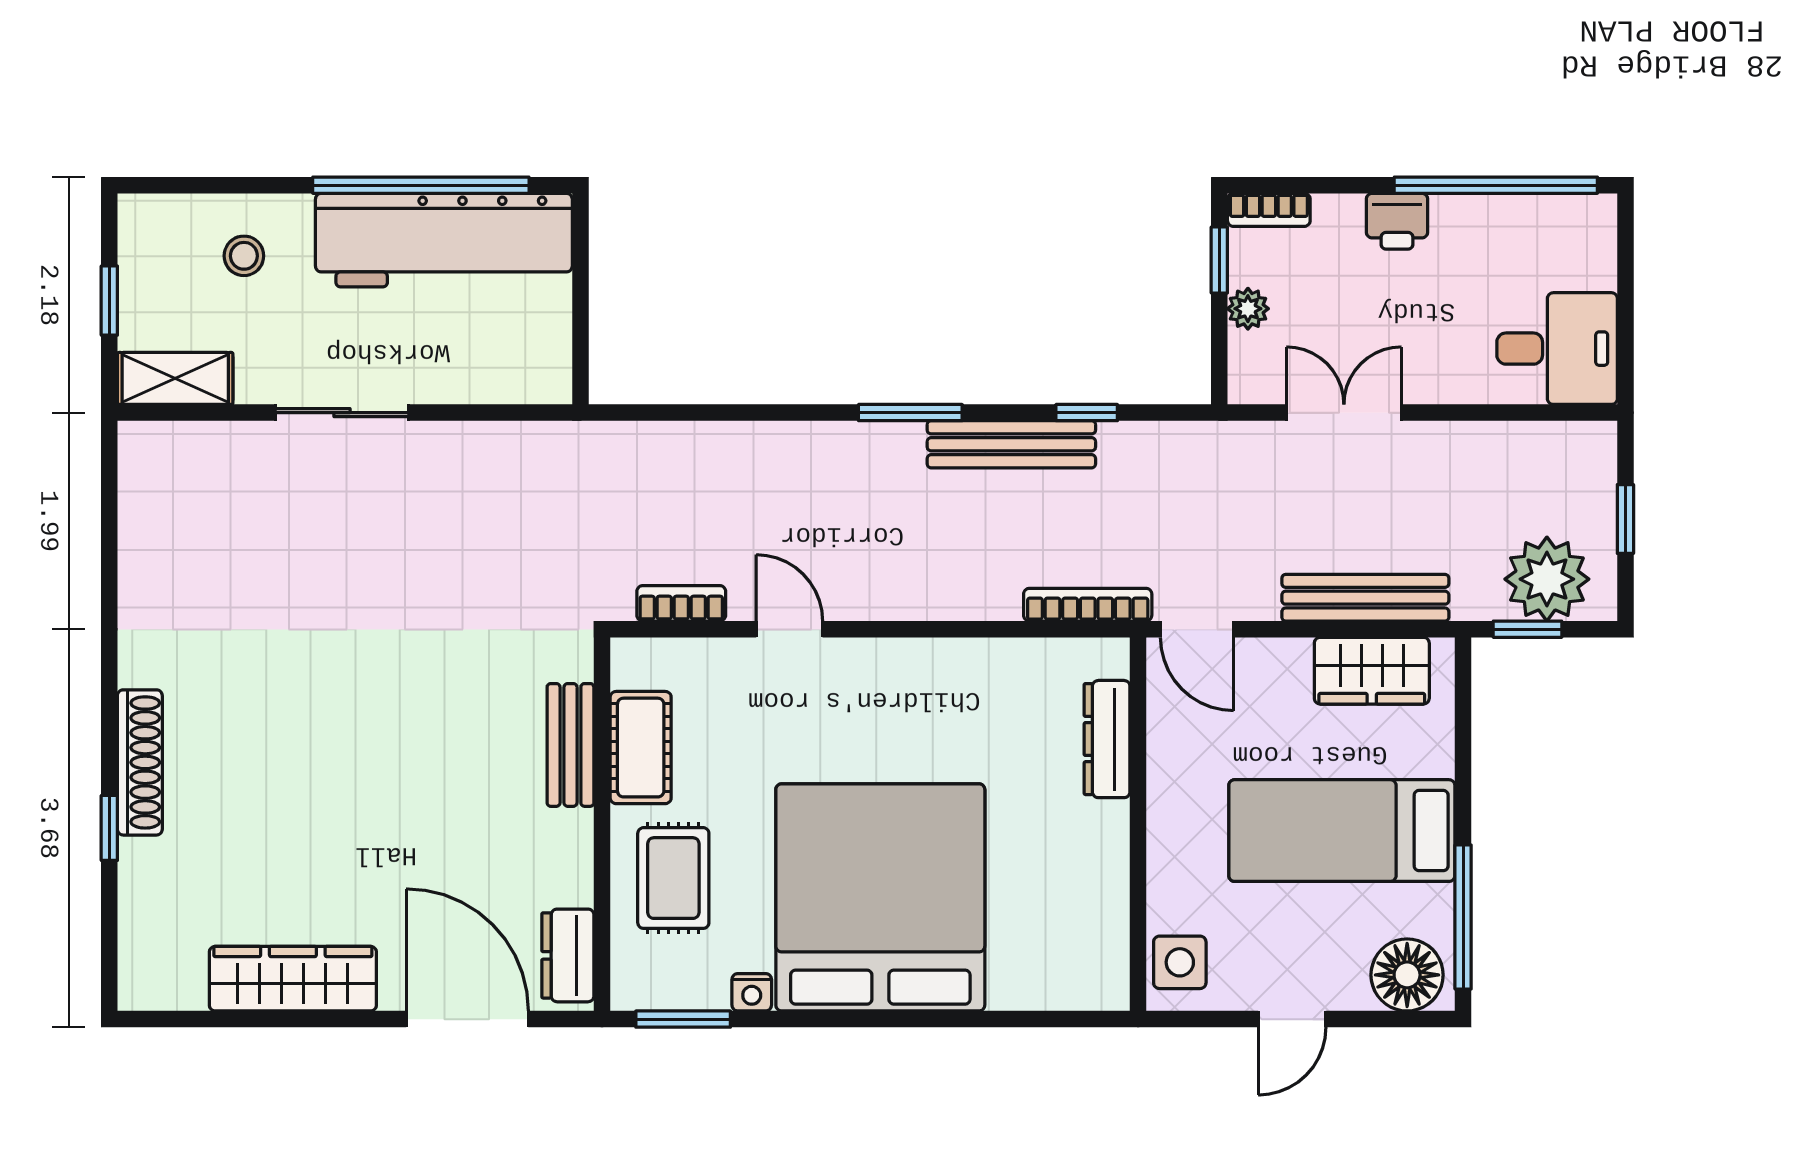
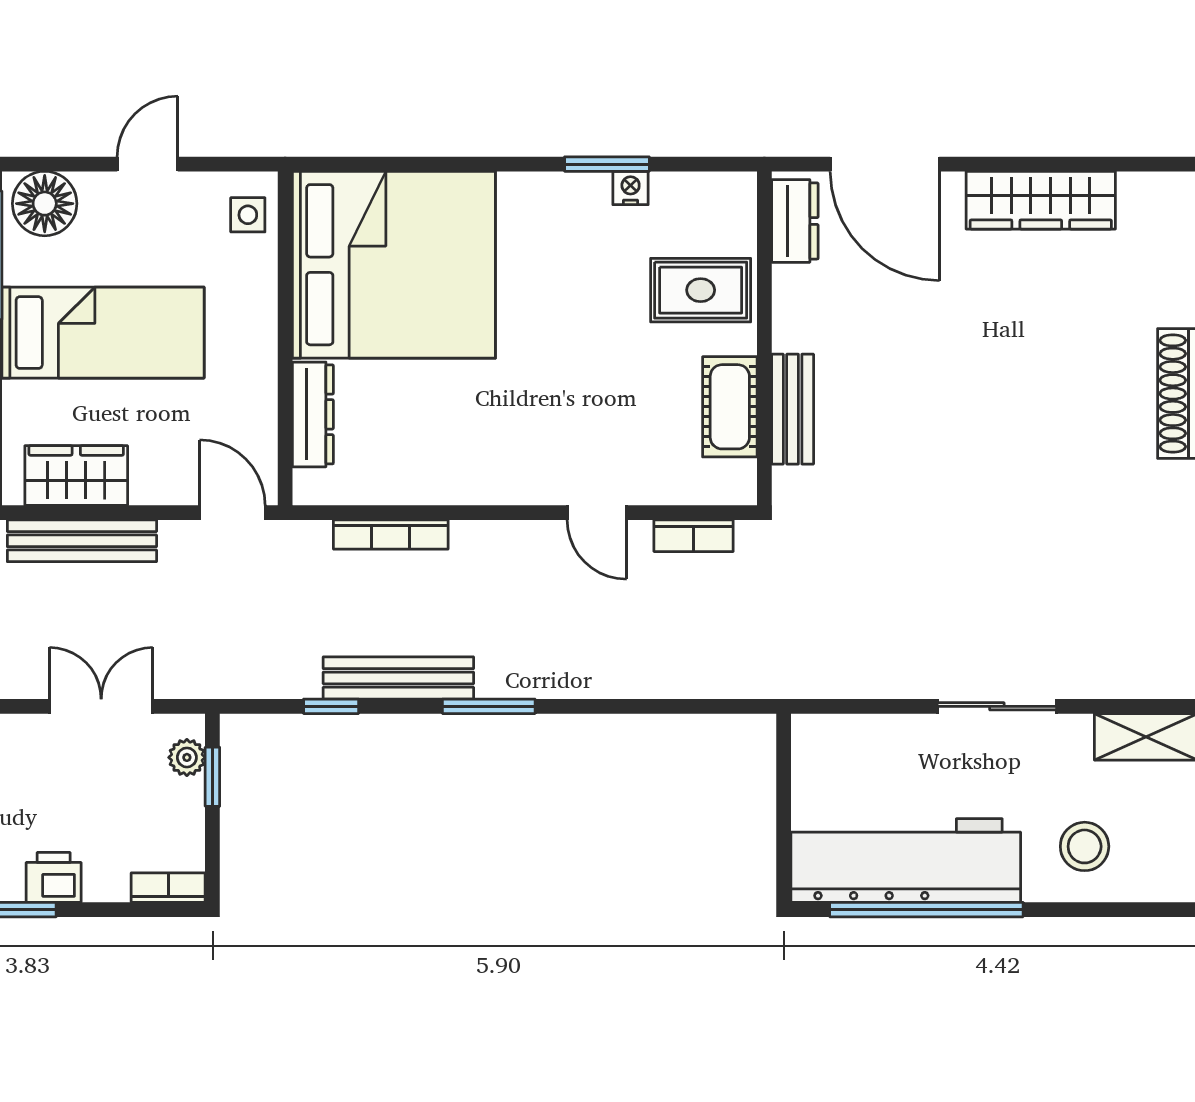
stool: (244, 256) -> (1085, 846), width x1.37, depth x1.37
window: (1219, 260) -> (212, 777), moved
plant: (1248, 309) -> (187, 757), moved
double door: (1344, 413) -> (101, 706), swing flipped
bookcase: (1088, 605) -> (391, 535), moved
rug: (673, 878) -> (701, 290), turned 90
bed: (880, 897) -> (394, 265), moved, turned -90
side table: (1180, 962) -> (248, 215), width x0.73, depth x0.73
window: (683, 1019) -> (607, 164), moved

